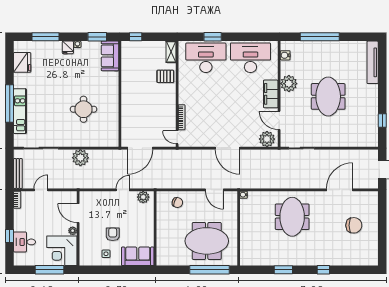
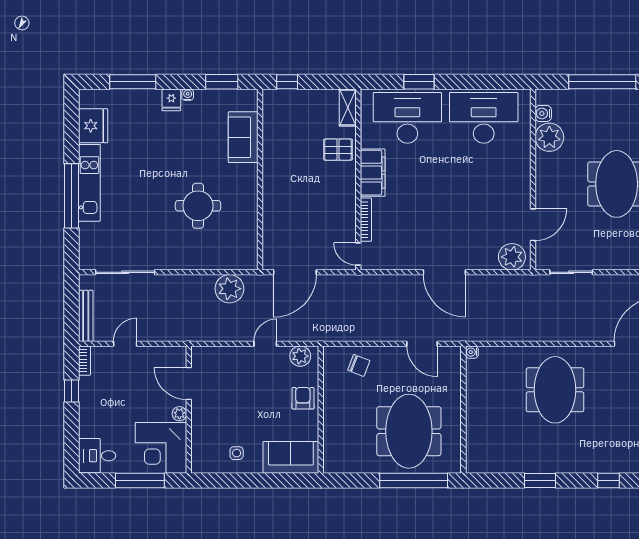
sofa: (110, 56) -> (243, 137), moved
plant: (289, 84) -> (549, 137), moved
filing cabinet: (271, 94) -> (373, 173), moved, turned 180
kitchen unit: (20, 111) -> (89, 183), moved
door: (279, 120) -> (533, 225), swing flipped
plant: (80, 158) -> (229, 289), moved
armchair: (113, 234) -> (303, 398), moved
window: (10, 236) -> (71, 391), moved
meeting table: (207, 241) -> (409, 431), turned 90
desk: (25, 242) -> (97, 456), moved

